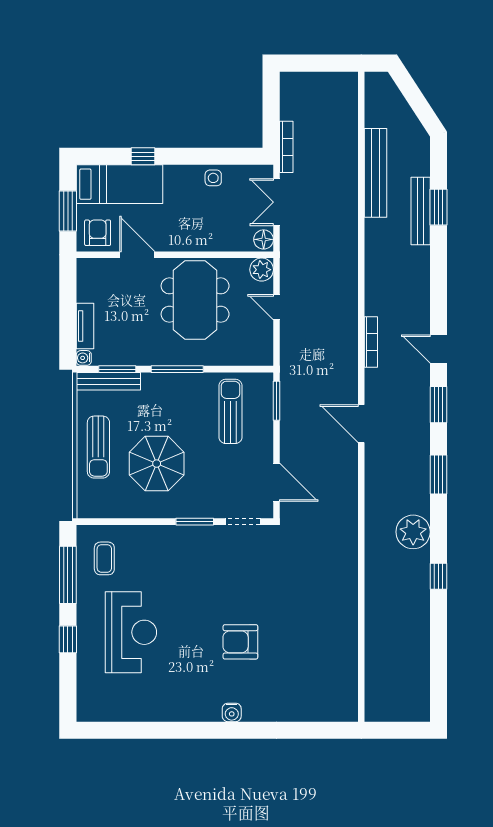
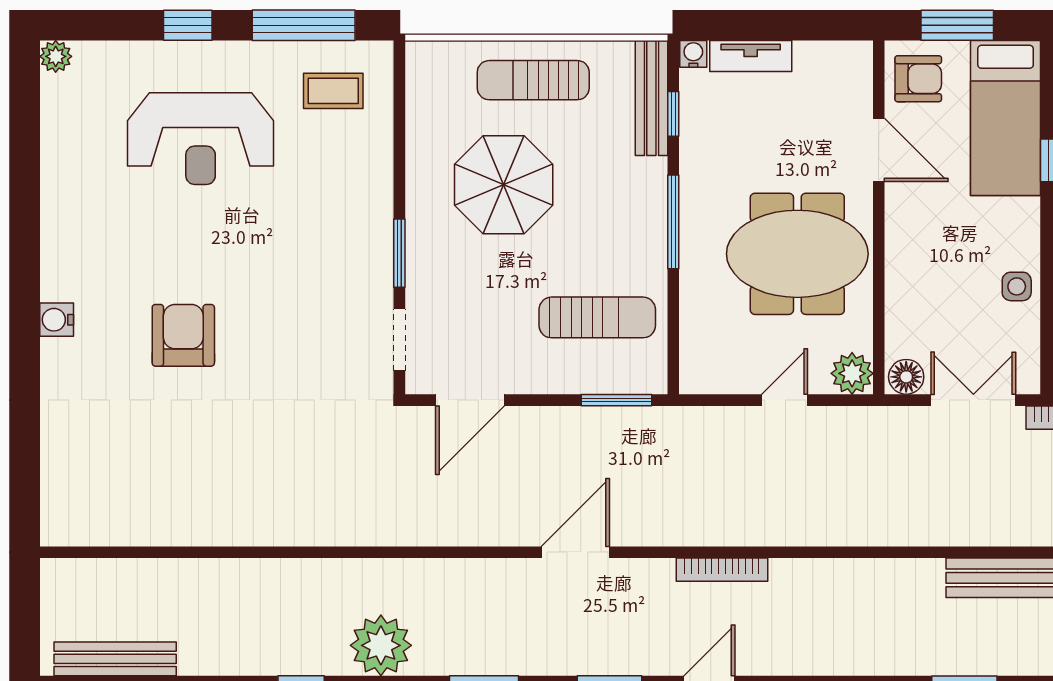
bench: (421, 211) -> (115, 659), moved
door: (137, 255) -> (879, 150), hinge flipped
window: (117, 369) -> (673, 114), width x0.67
plant: (85, 713) -> (56, 56), added

